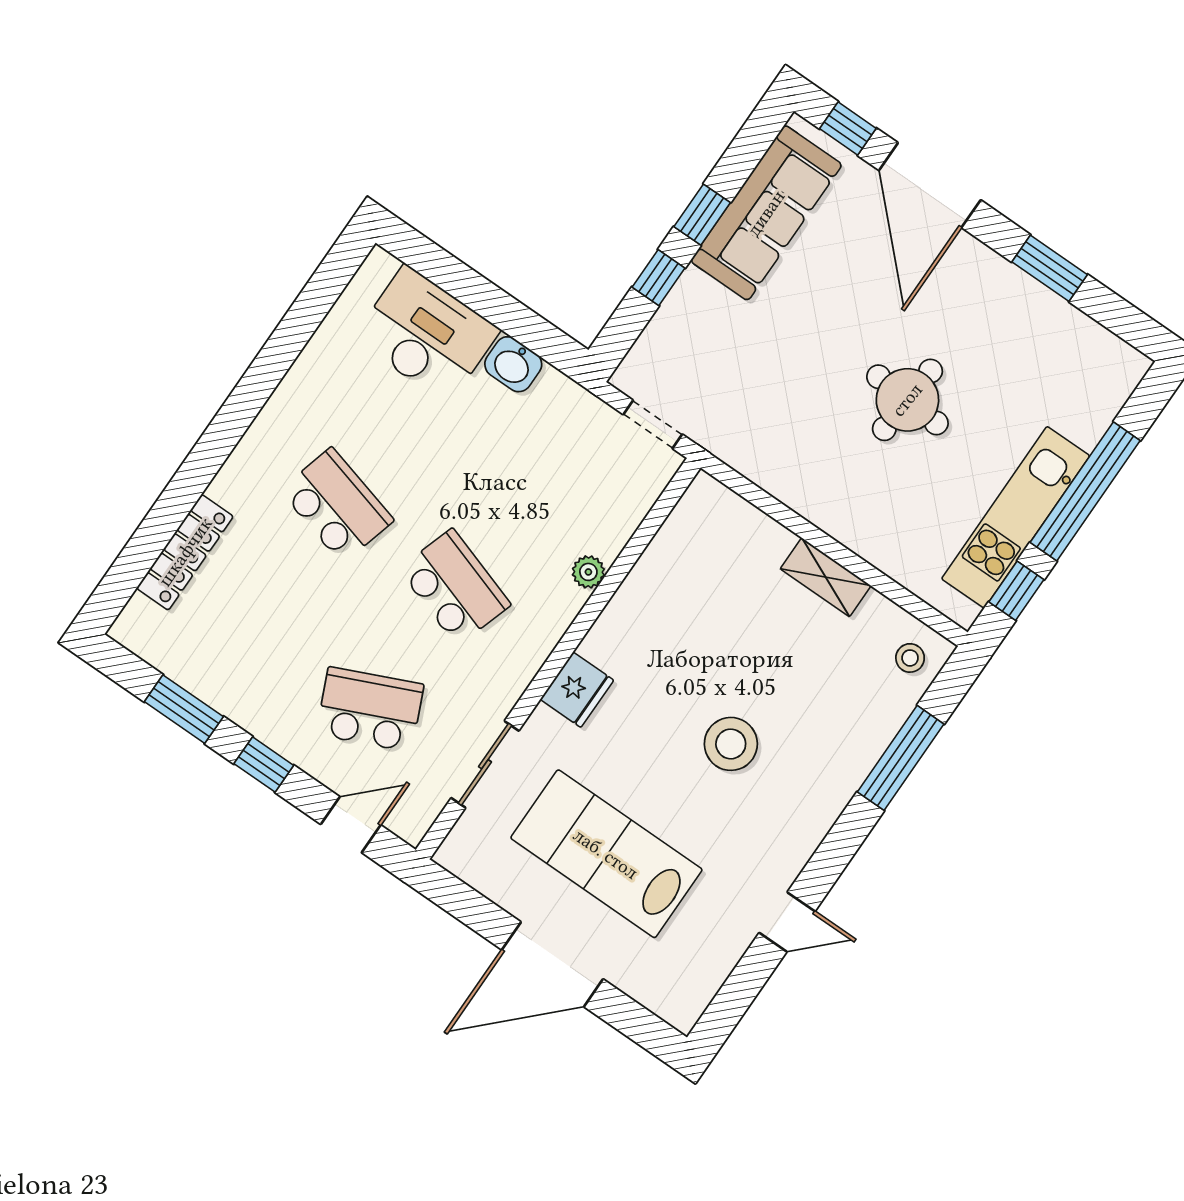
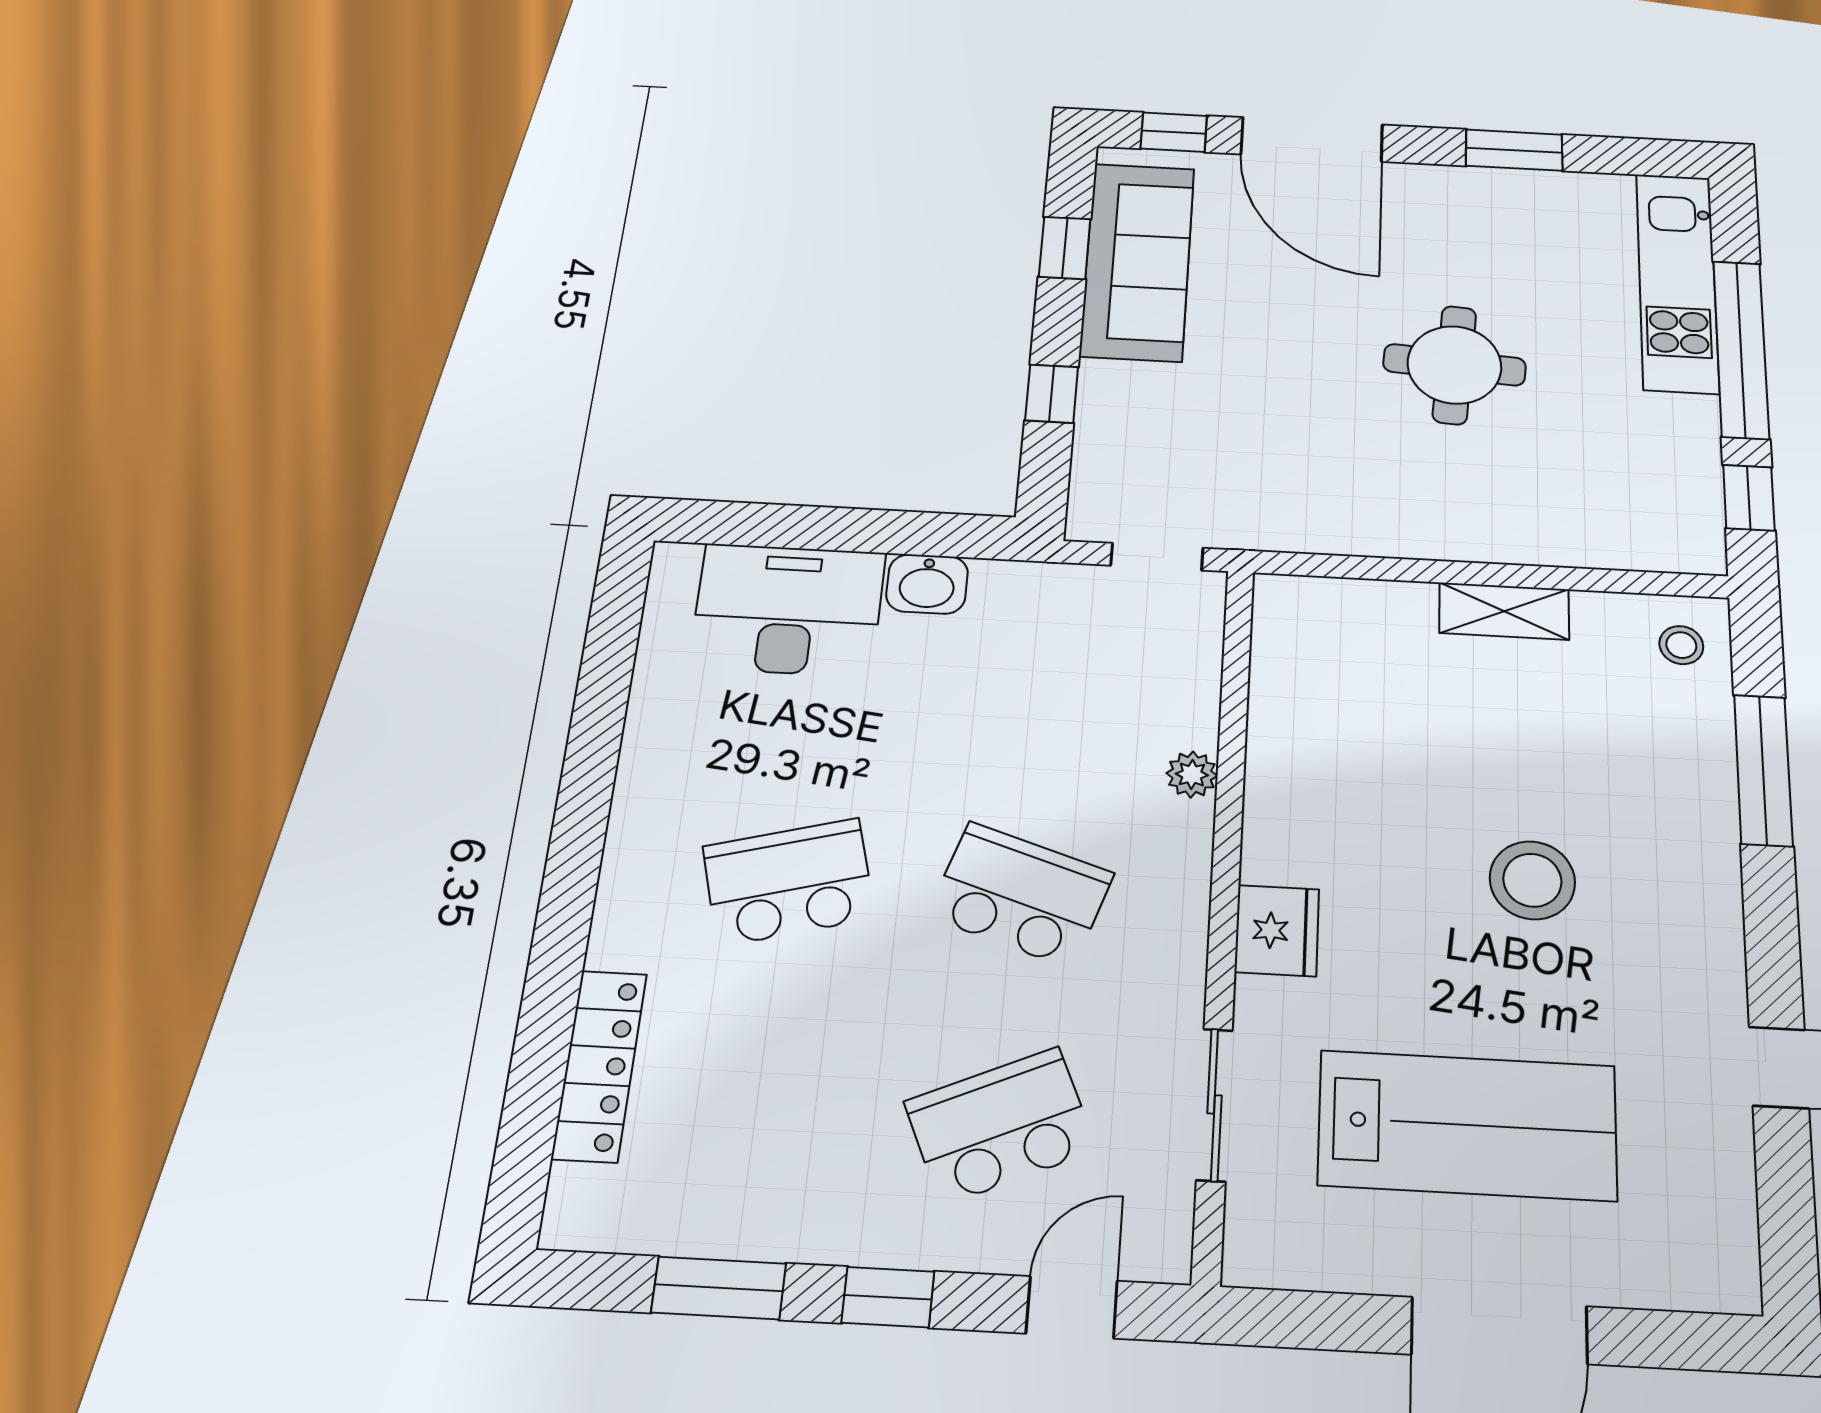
window: (702, 215) -> (1065, 248), moved
school desk: (337, 505) -> (789, 882), turned -30
kitchen unit: (1016, 517) -> (1677, 282), moved
lab bench: (606, 854) -> (1468, 1125), turned 180

